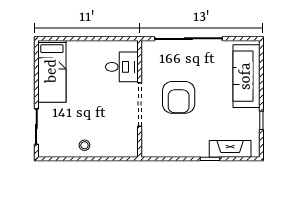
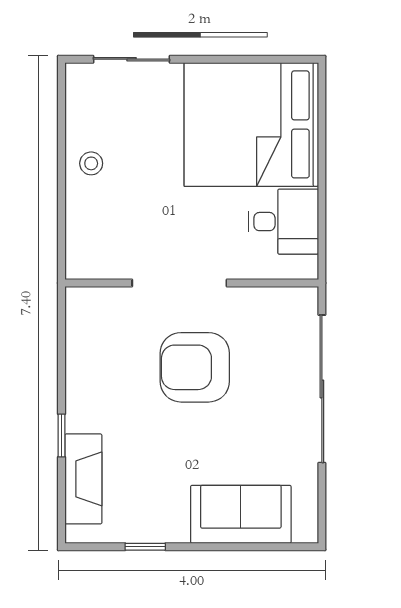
desk: (122, 67) -> (283, 222), moved, turned -90
bed: (52, 71) -> (251, 124), width x2.04
sofa: (246, 76) -> (241, 514), width x0.73

